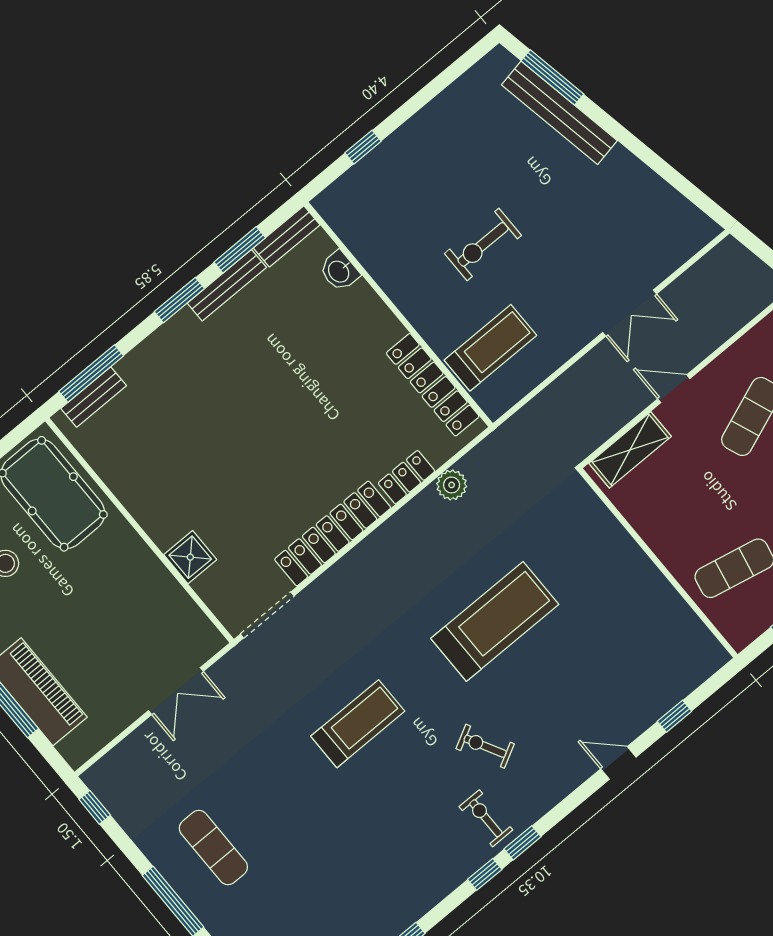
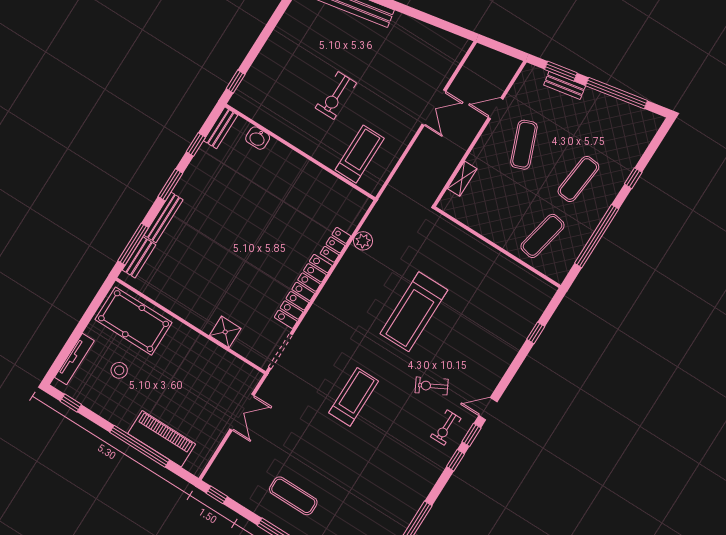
window: (363, 147) -> (236, 81), moved
window: (240, 250) -> (196, 144), width x0.67
bench: (227, 285) -> (164, 218), moved
locker: (433, 385) -> (333, 186), removed
door: (674, 389) -> (496, 108), moved
shelving: (630, 450) -> (462, 179), width x0.67, depth x0.75
treadmill: (495, 621) -> (414, 312), turned 180
door: (618, 763) -> (488, 409), moved
exercise bike: (486, 818) -> (446, 428), turned -90

